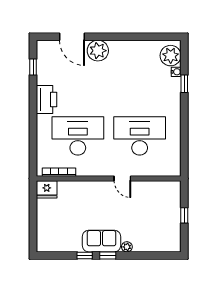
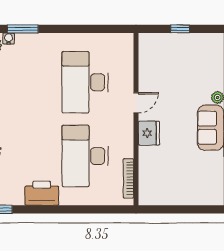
window: (184, 84) -> (23, 29), width x1.50
fridge: (47, 189) -> (149, 133), moved

